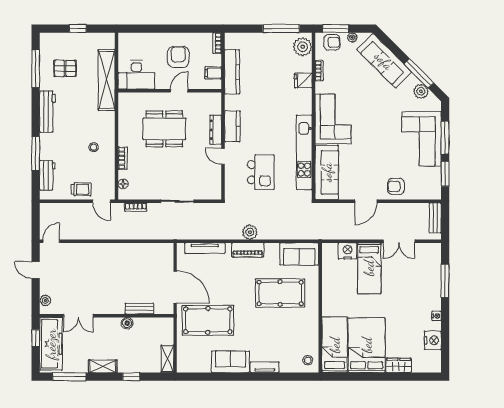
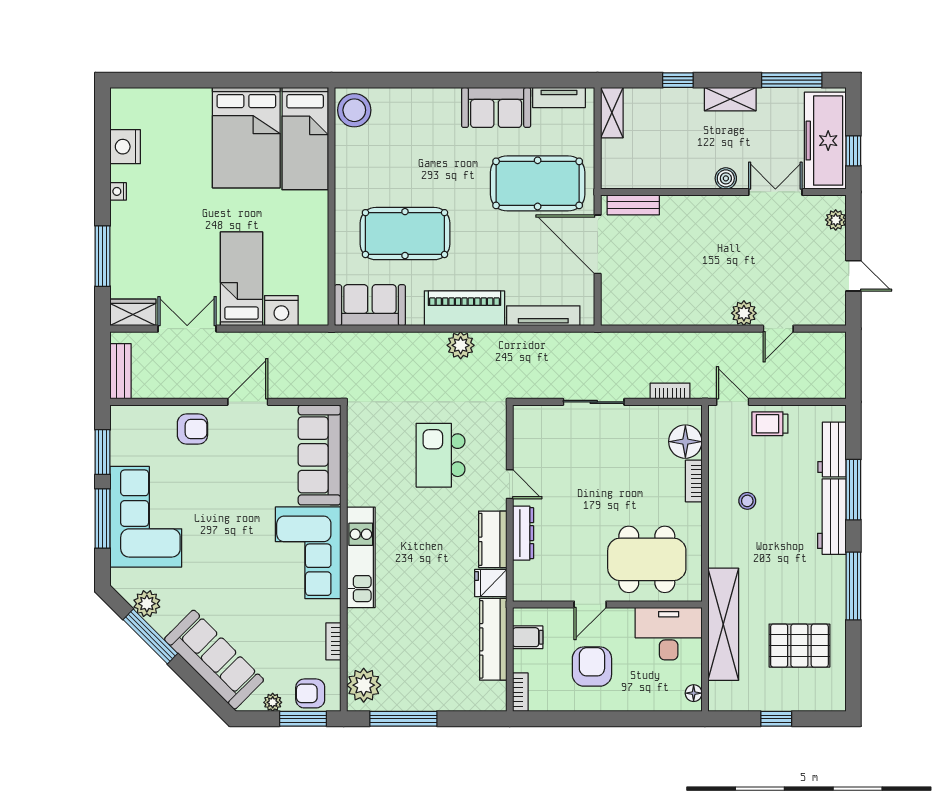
floor lamp: (123, 42) -> (694, 693), added
armchair: (178, 57) -> (592, 667), turned 180
pallet: (65, 68) -> (799, 646), width x1.50, depth x1.42
window: (36, 69) -> (853, 586), moved
fridge: (303, 81) -> (491, 583), moved, turned 180
workbench: (47, 112) -> (832, 517), moved
dining table: (164, 129) -> (647, 559), moved
kitchen unit: (304, 152) -> (361, 557), moved, width x0.73
floor lamp: (123, 184) -> (685, 442), width x1.89, depth x1.89
door: (51, 241) -> (778, 329), moved
plant: (95, 250) -> (744, 313), added
piano: (248, 250) -> (464, 308), width x1.37, depth x1.33
bench: (139, 309) -> (633, 205), moved
boiler: (127, 323) -> (726, 178), moved
stool: (308, 360) -> (354, 110), width x1.89, depth x1.89
wardrobe: (399, 365) -> (133, 312), moved, turned 180
tv unit: (265, 367) -> (559, 98), moved

